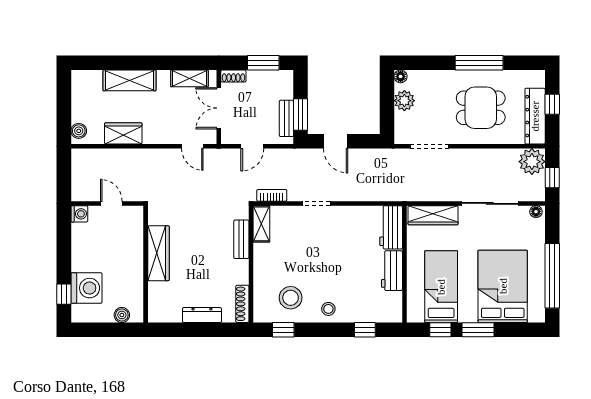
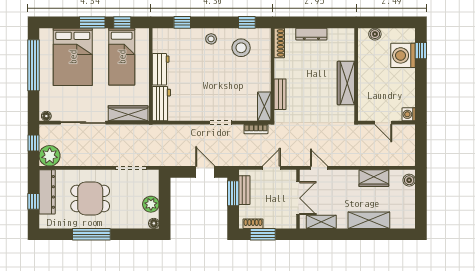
shoe rack: (233, 76) -> (253, 224), moved

